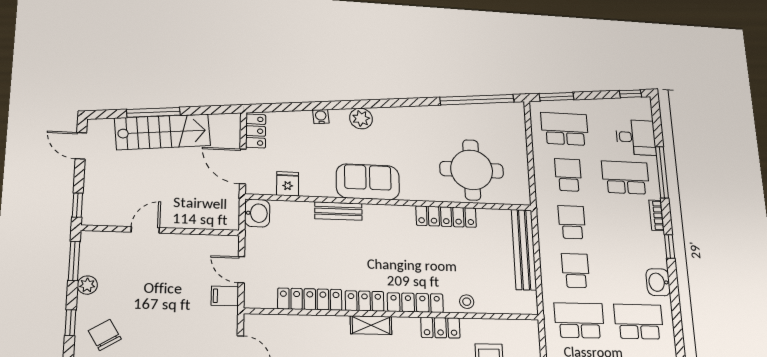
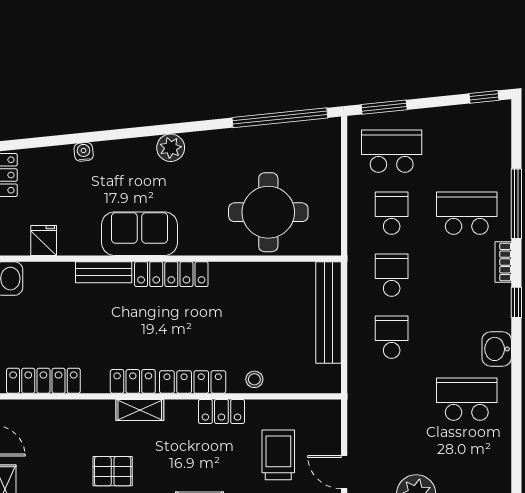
plant: (361, 118) -> (171, 148), moved
desk: (636, 137) -> (486, 158), removed
locker: (446, 217) -> (171, 274), moved
locker: (310, 299) -> (43, 381), moved
school desk: (579, 320) -> (392, 399), removed

